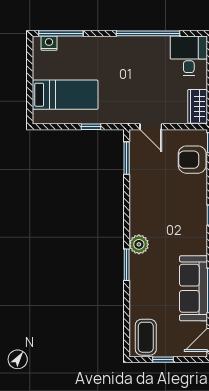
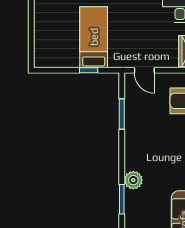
bed: (65, 95) -> (94, 37), moved, turned -90
window: (127, 158) -> (122, 114), moved

